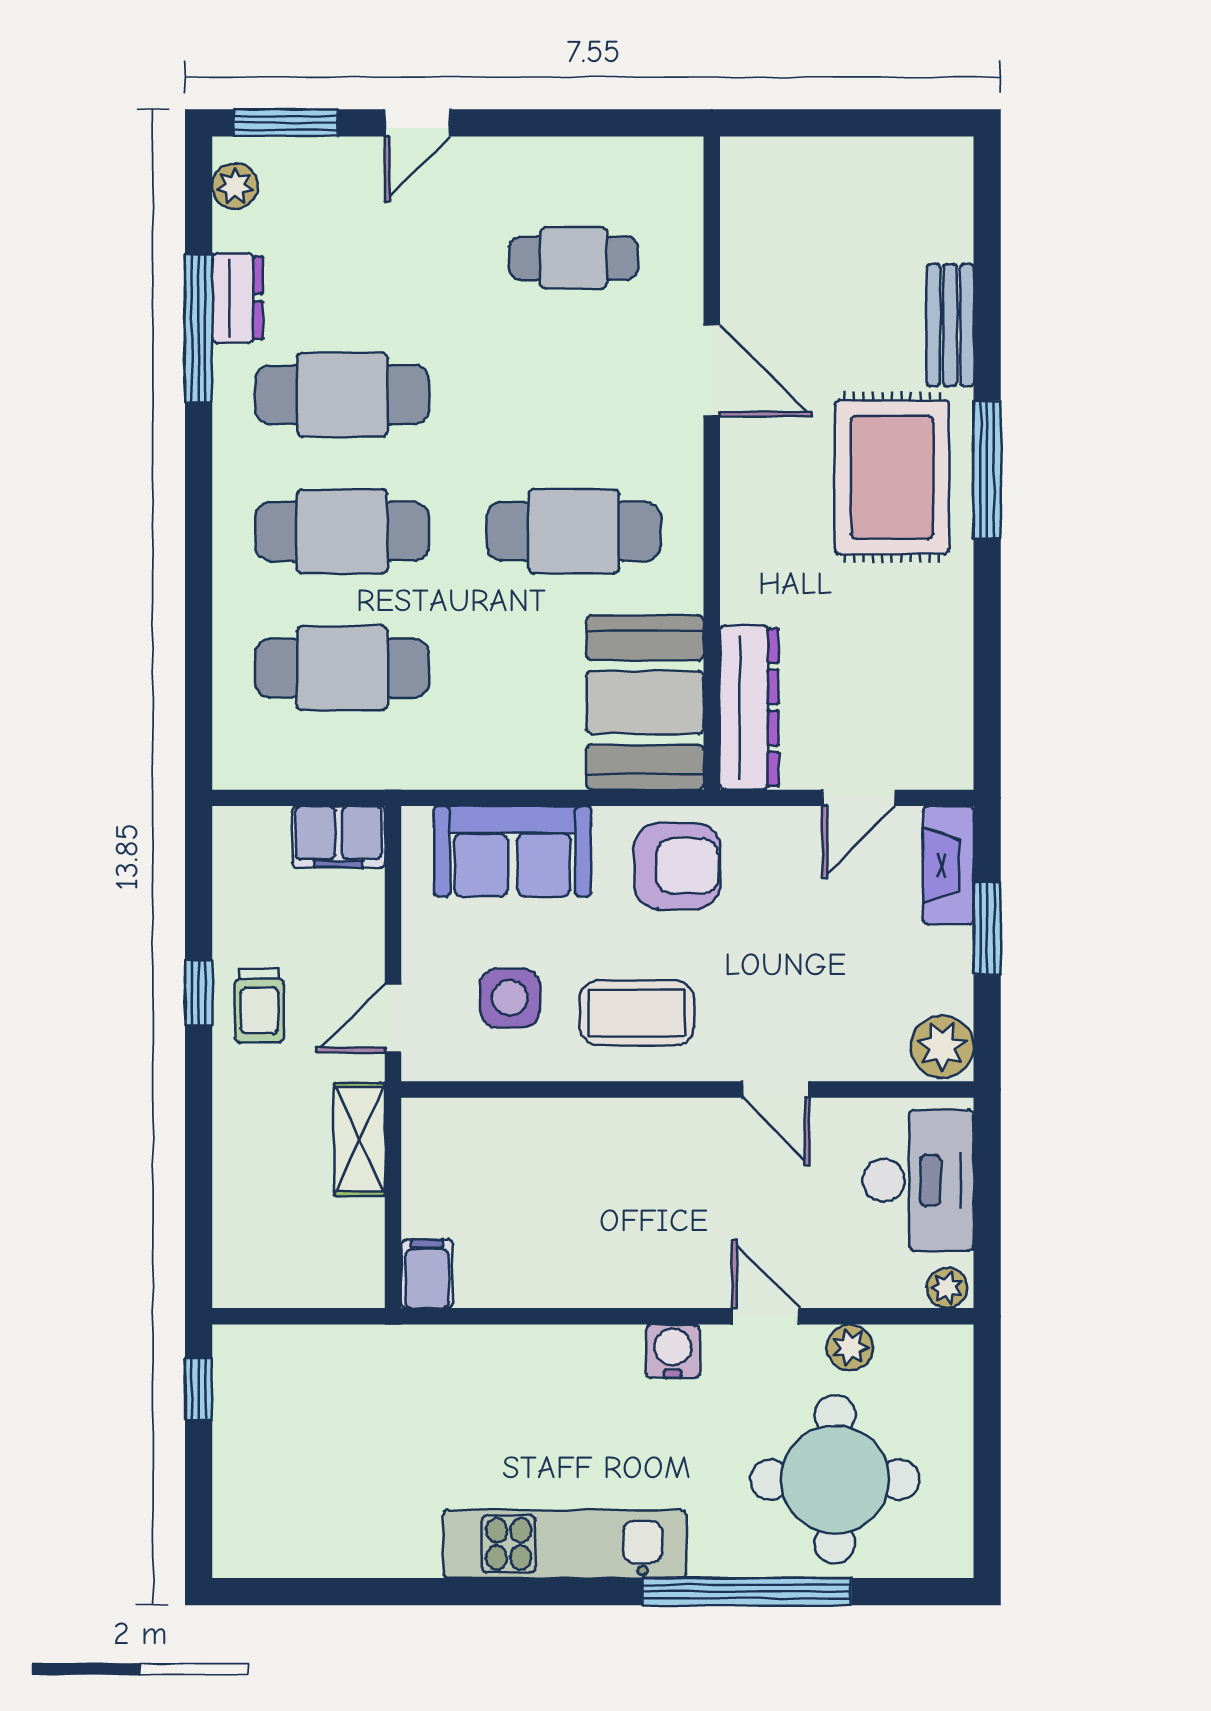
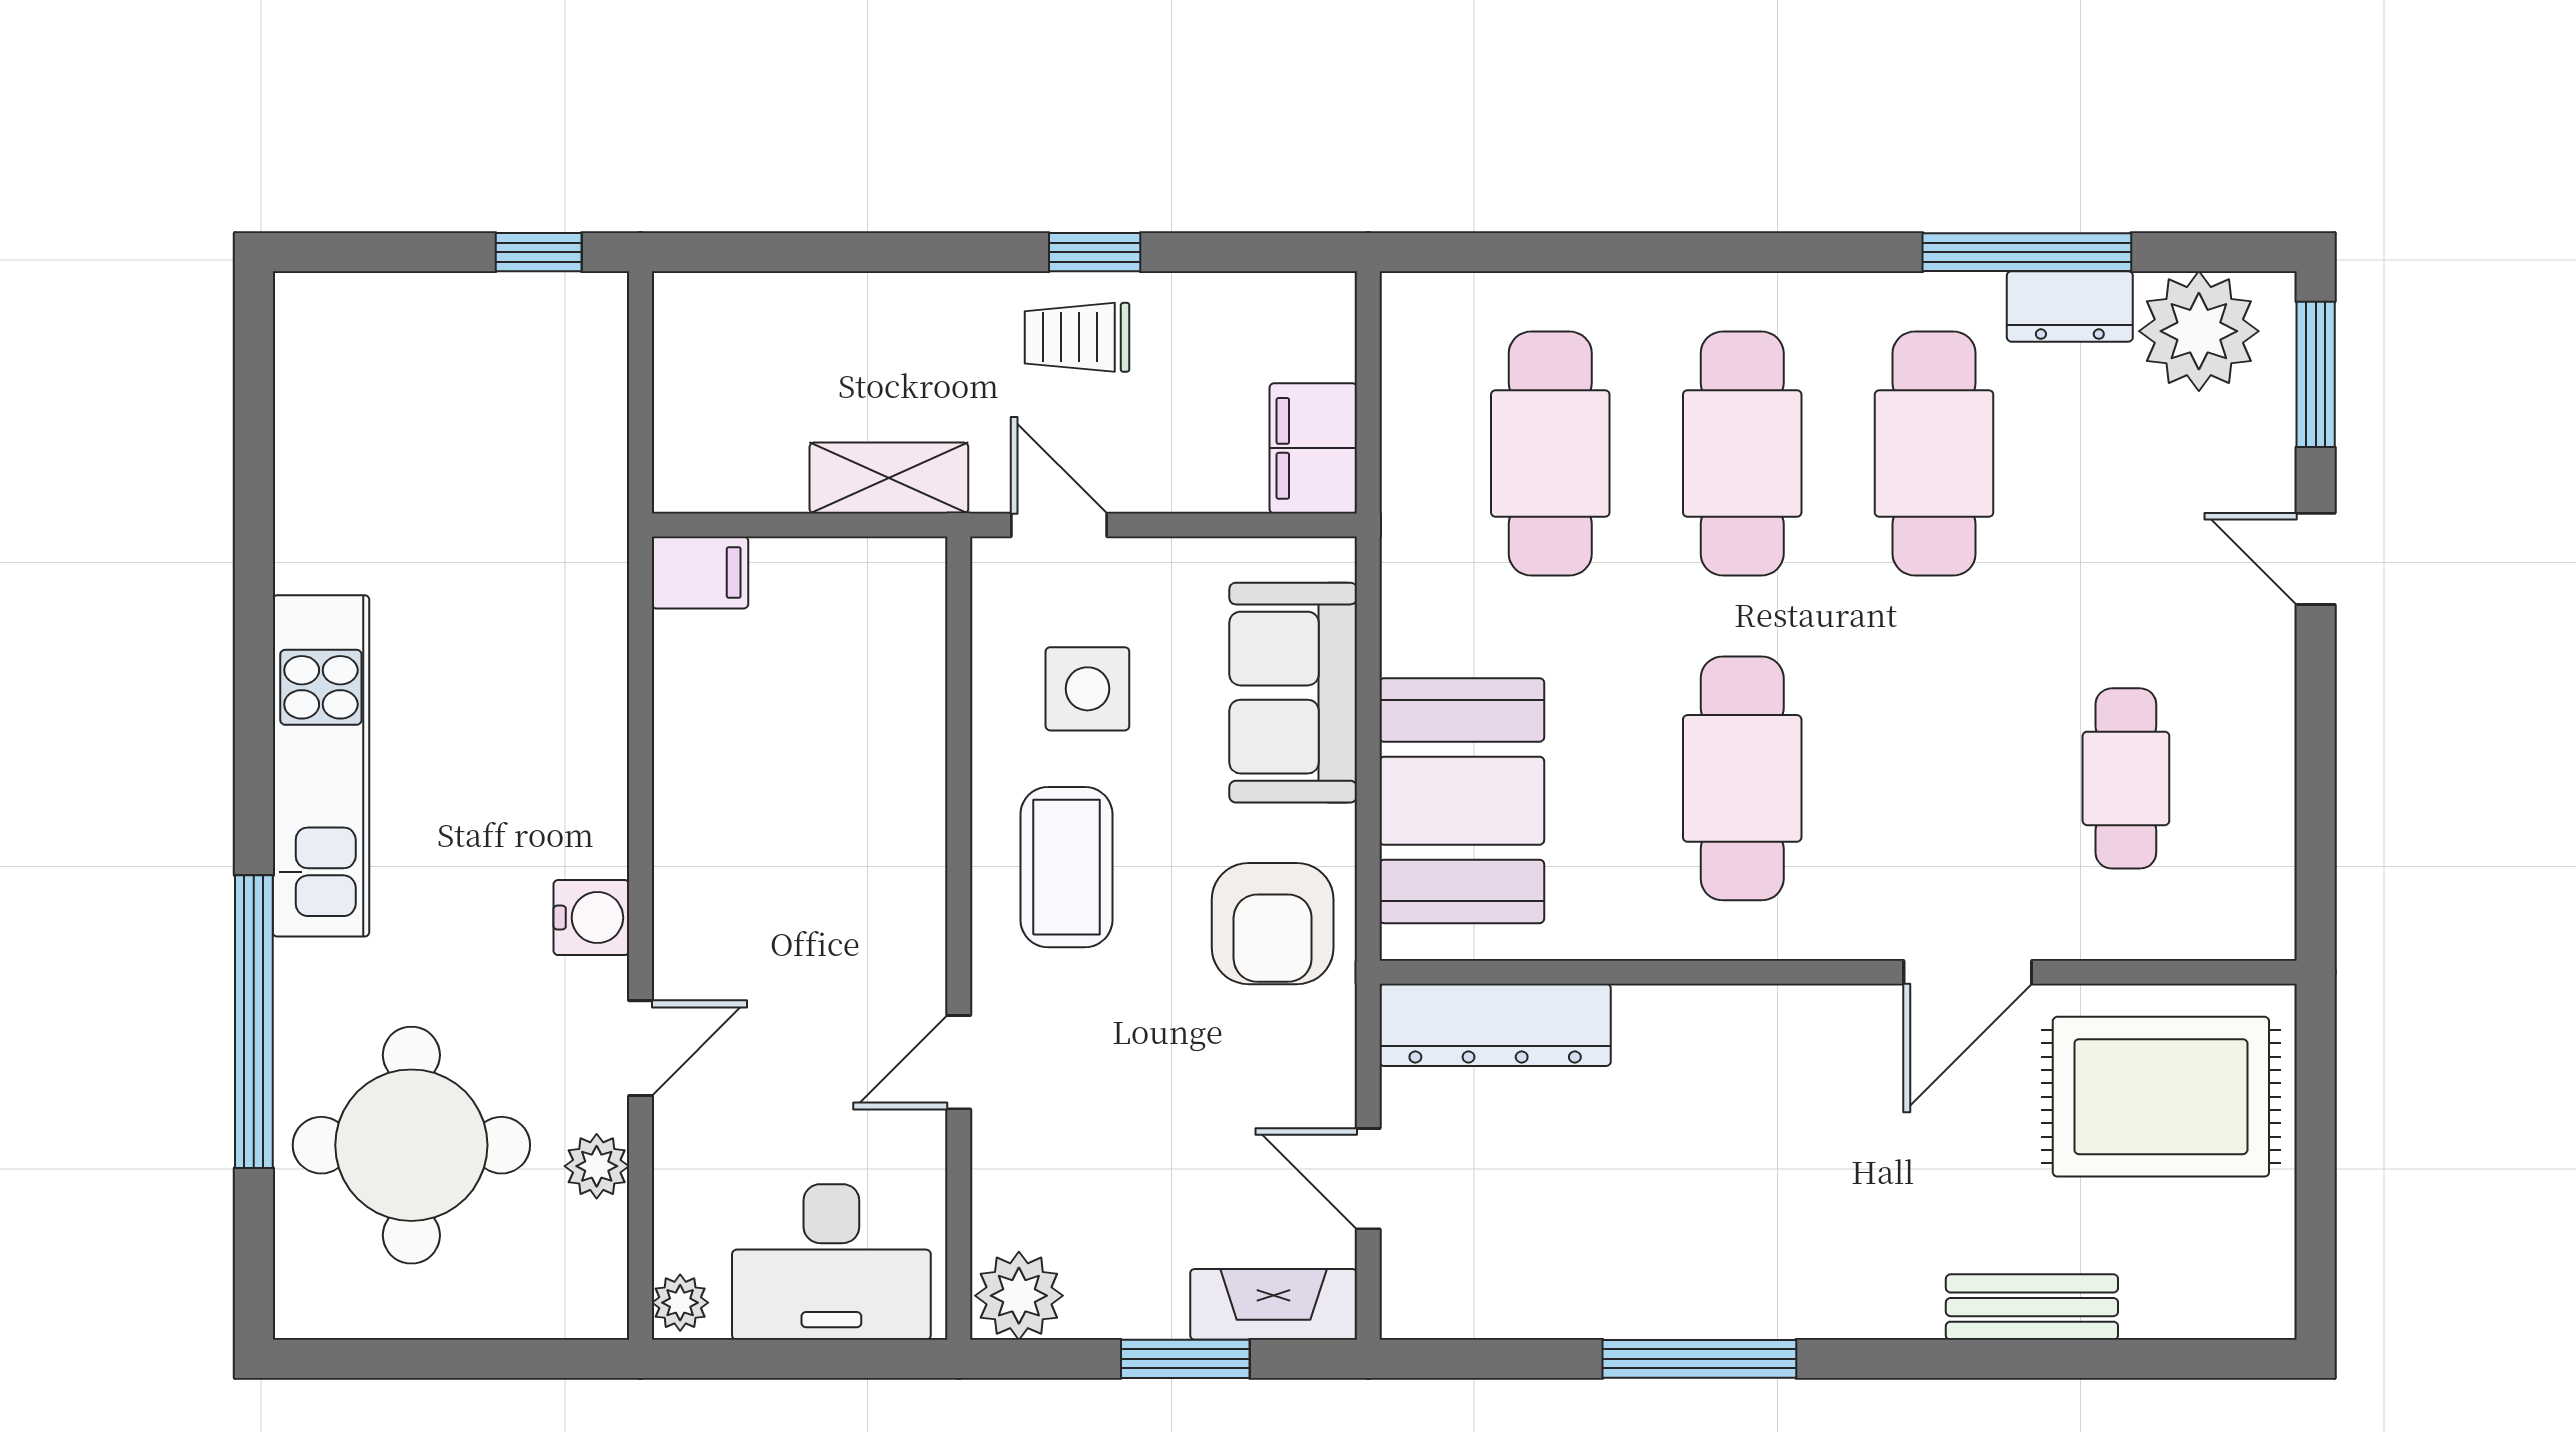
plant: (235, 186) -> (2199, 331), width x1.87, depth x1.87
window: (987, 470) -> (1699, 1359), moved
rug: (892, 477) -> (2161, 1097), moved
booth: (645, 702) -> (1462, 801), moved, turned 90

